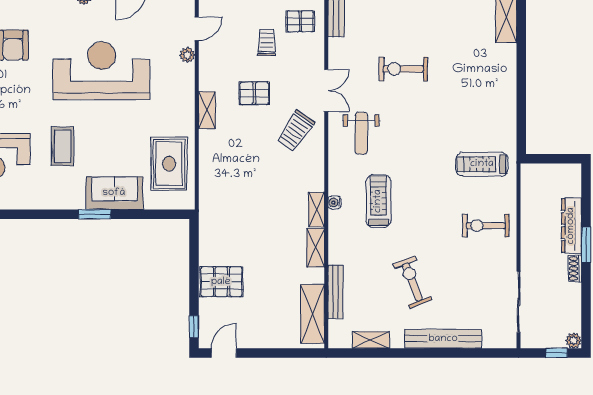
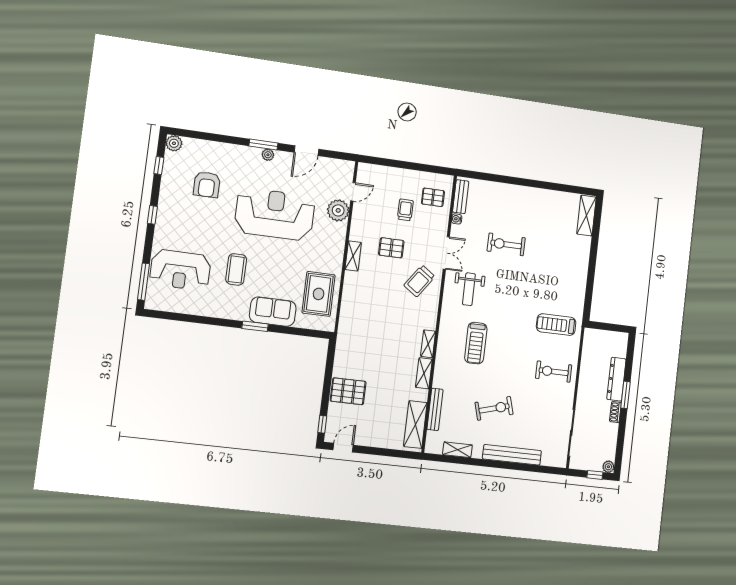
plant: (187, 55) -> (338, 210), width x1.88, depth x1.88
treadmill: (378, 201) -> (476, 343), turned 180
water cooler: (334, 202) -> (457, 219), moved
exercise bike: (412, 282) -> (494, 408), turned 95

